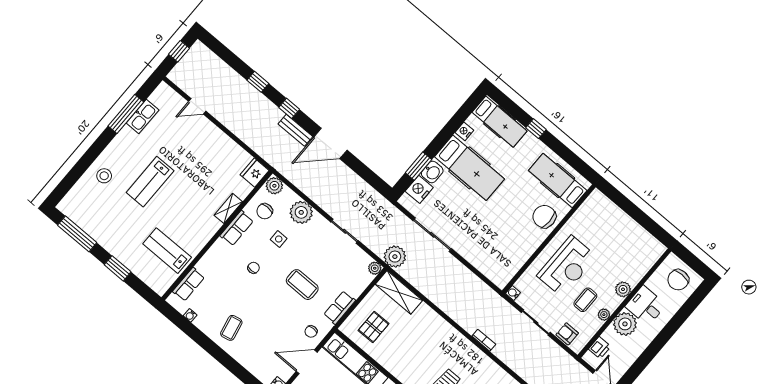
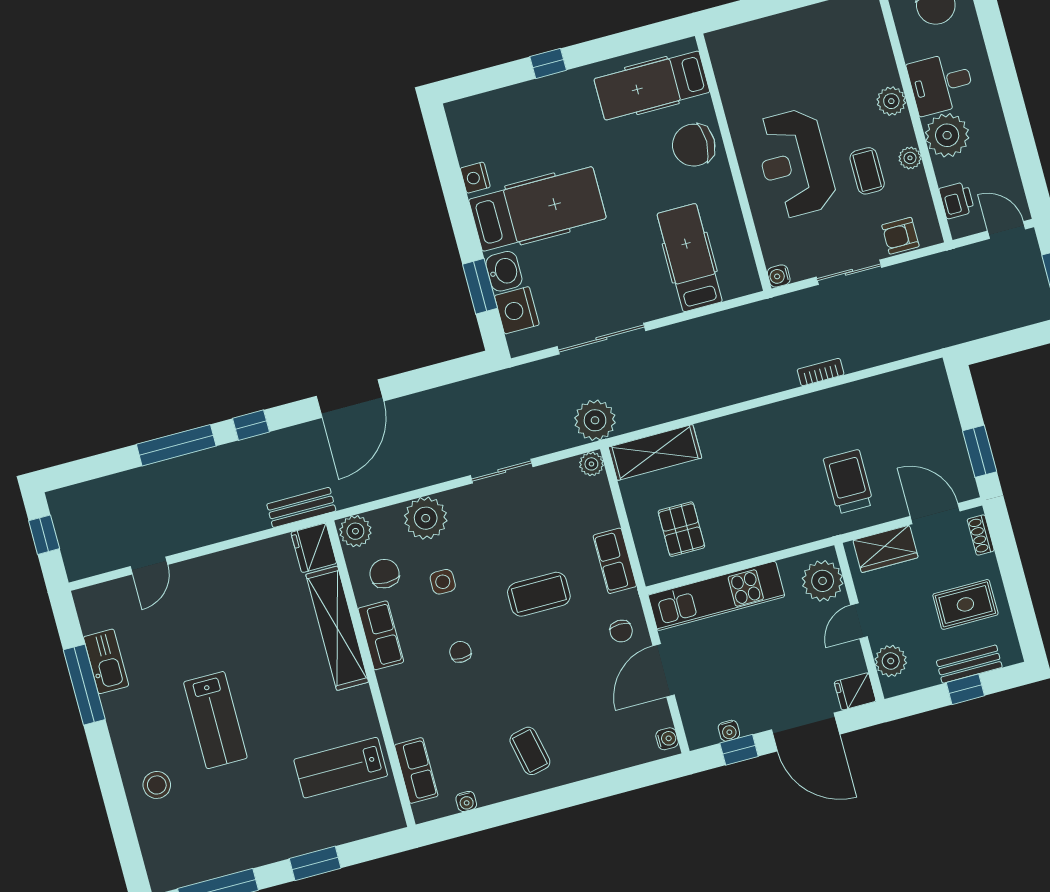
window: (258, 82) -> (176, 445), width x2.17
hospital bed: (500, 122) -> (690, 258), moved, turned -90
bench: (295, 130) -> (301, 507), moved
shelving: (228, 208) -> (337, 628), width x2.20, depth x1.33
chair: (265, 211) -> (385, 574), turned 180
reception desk: (567, 266) -> (795, 163), turned 180

